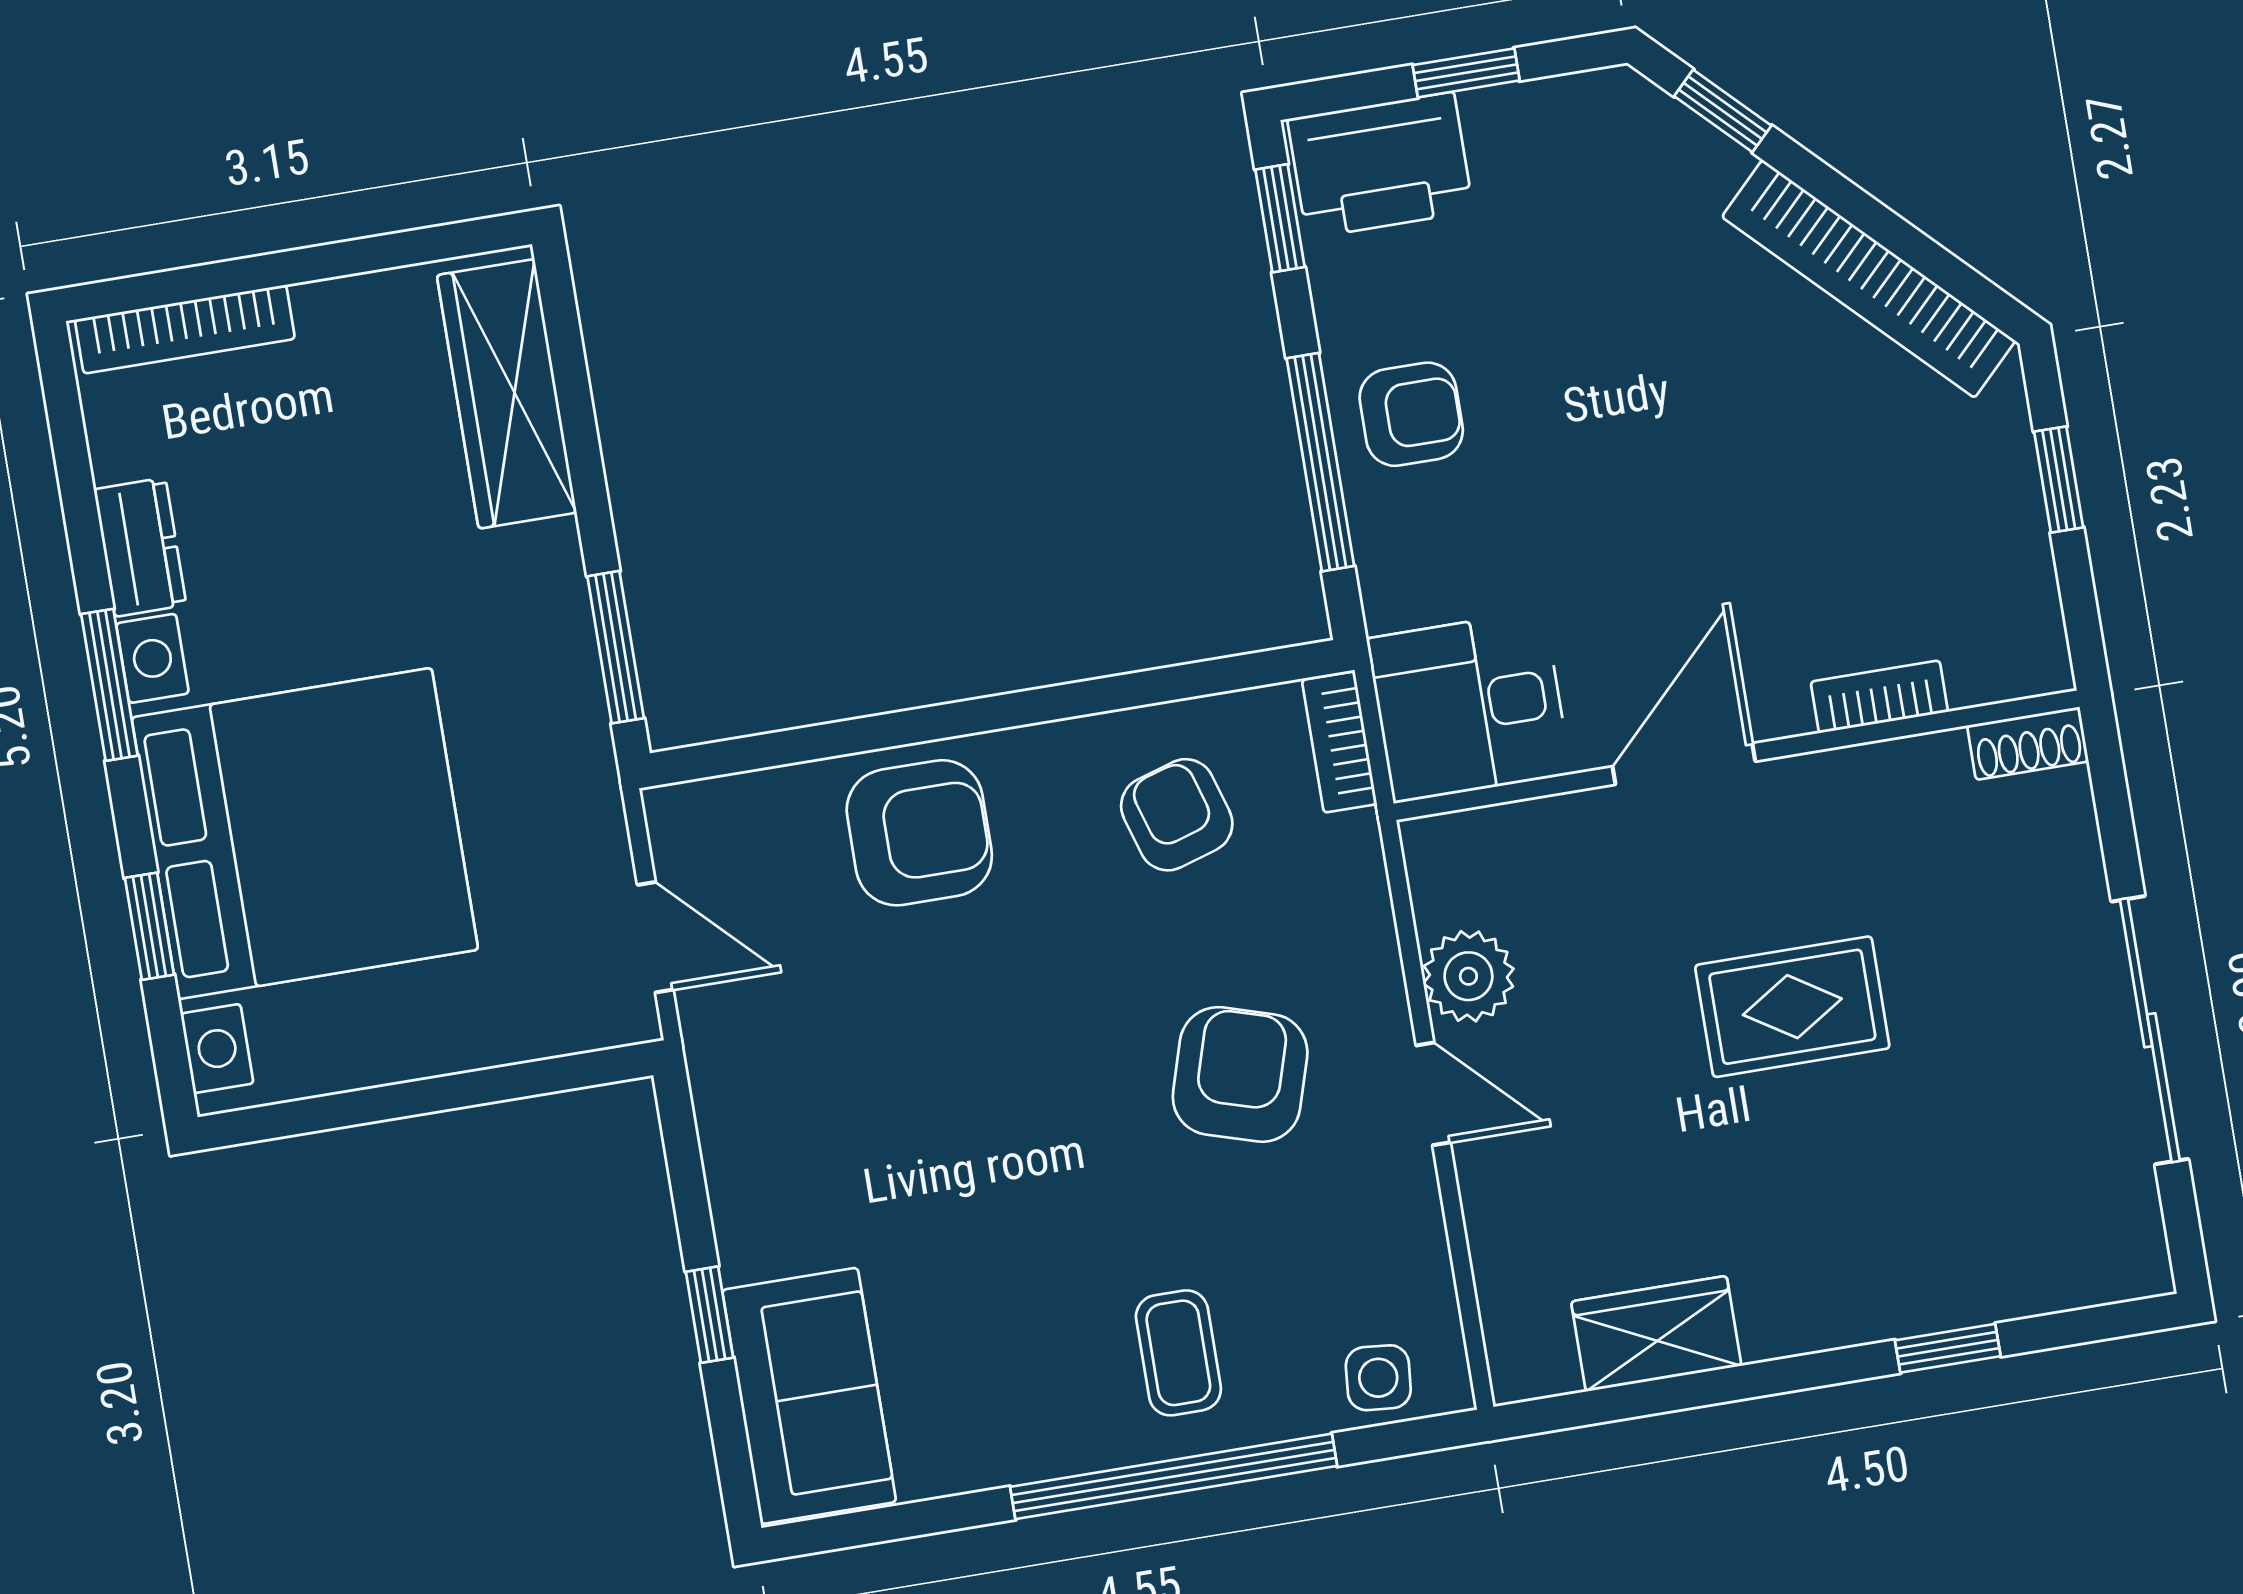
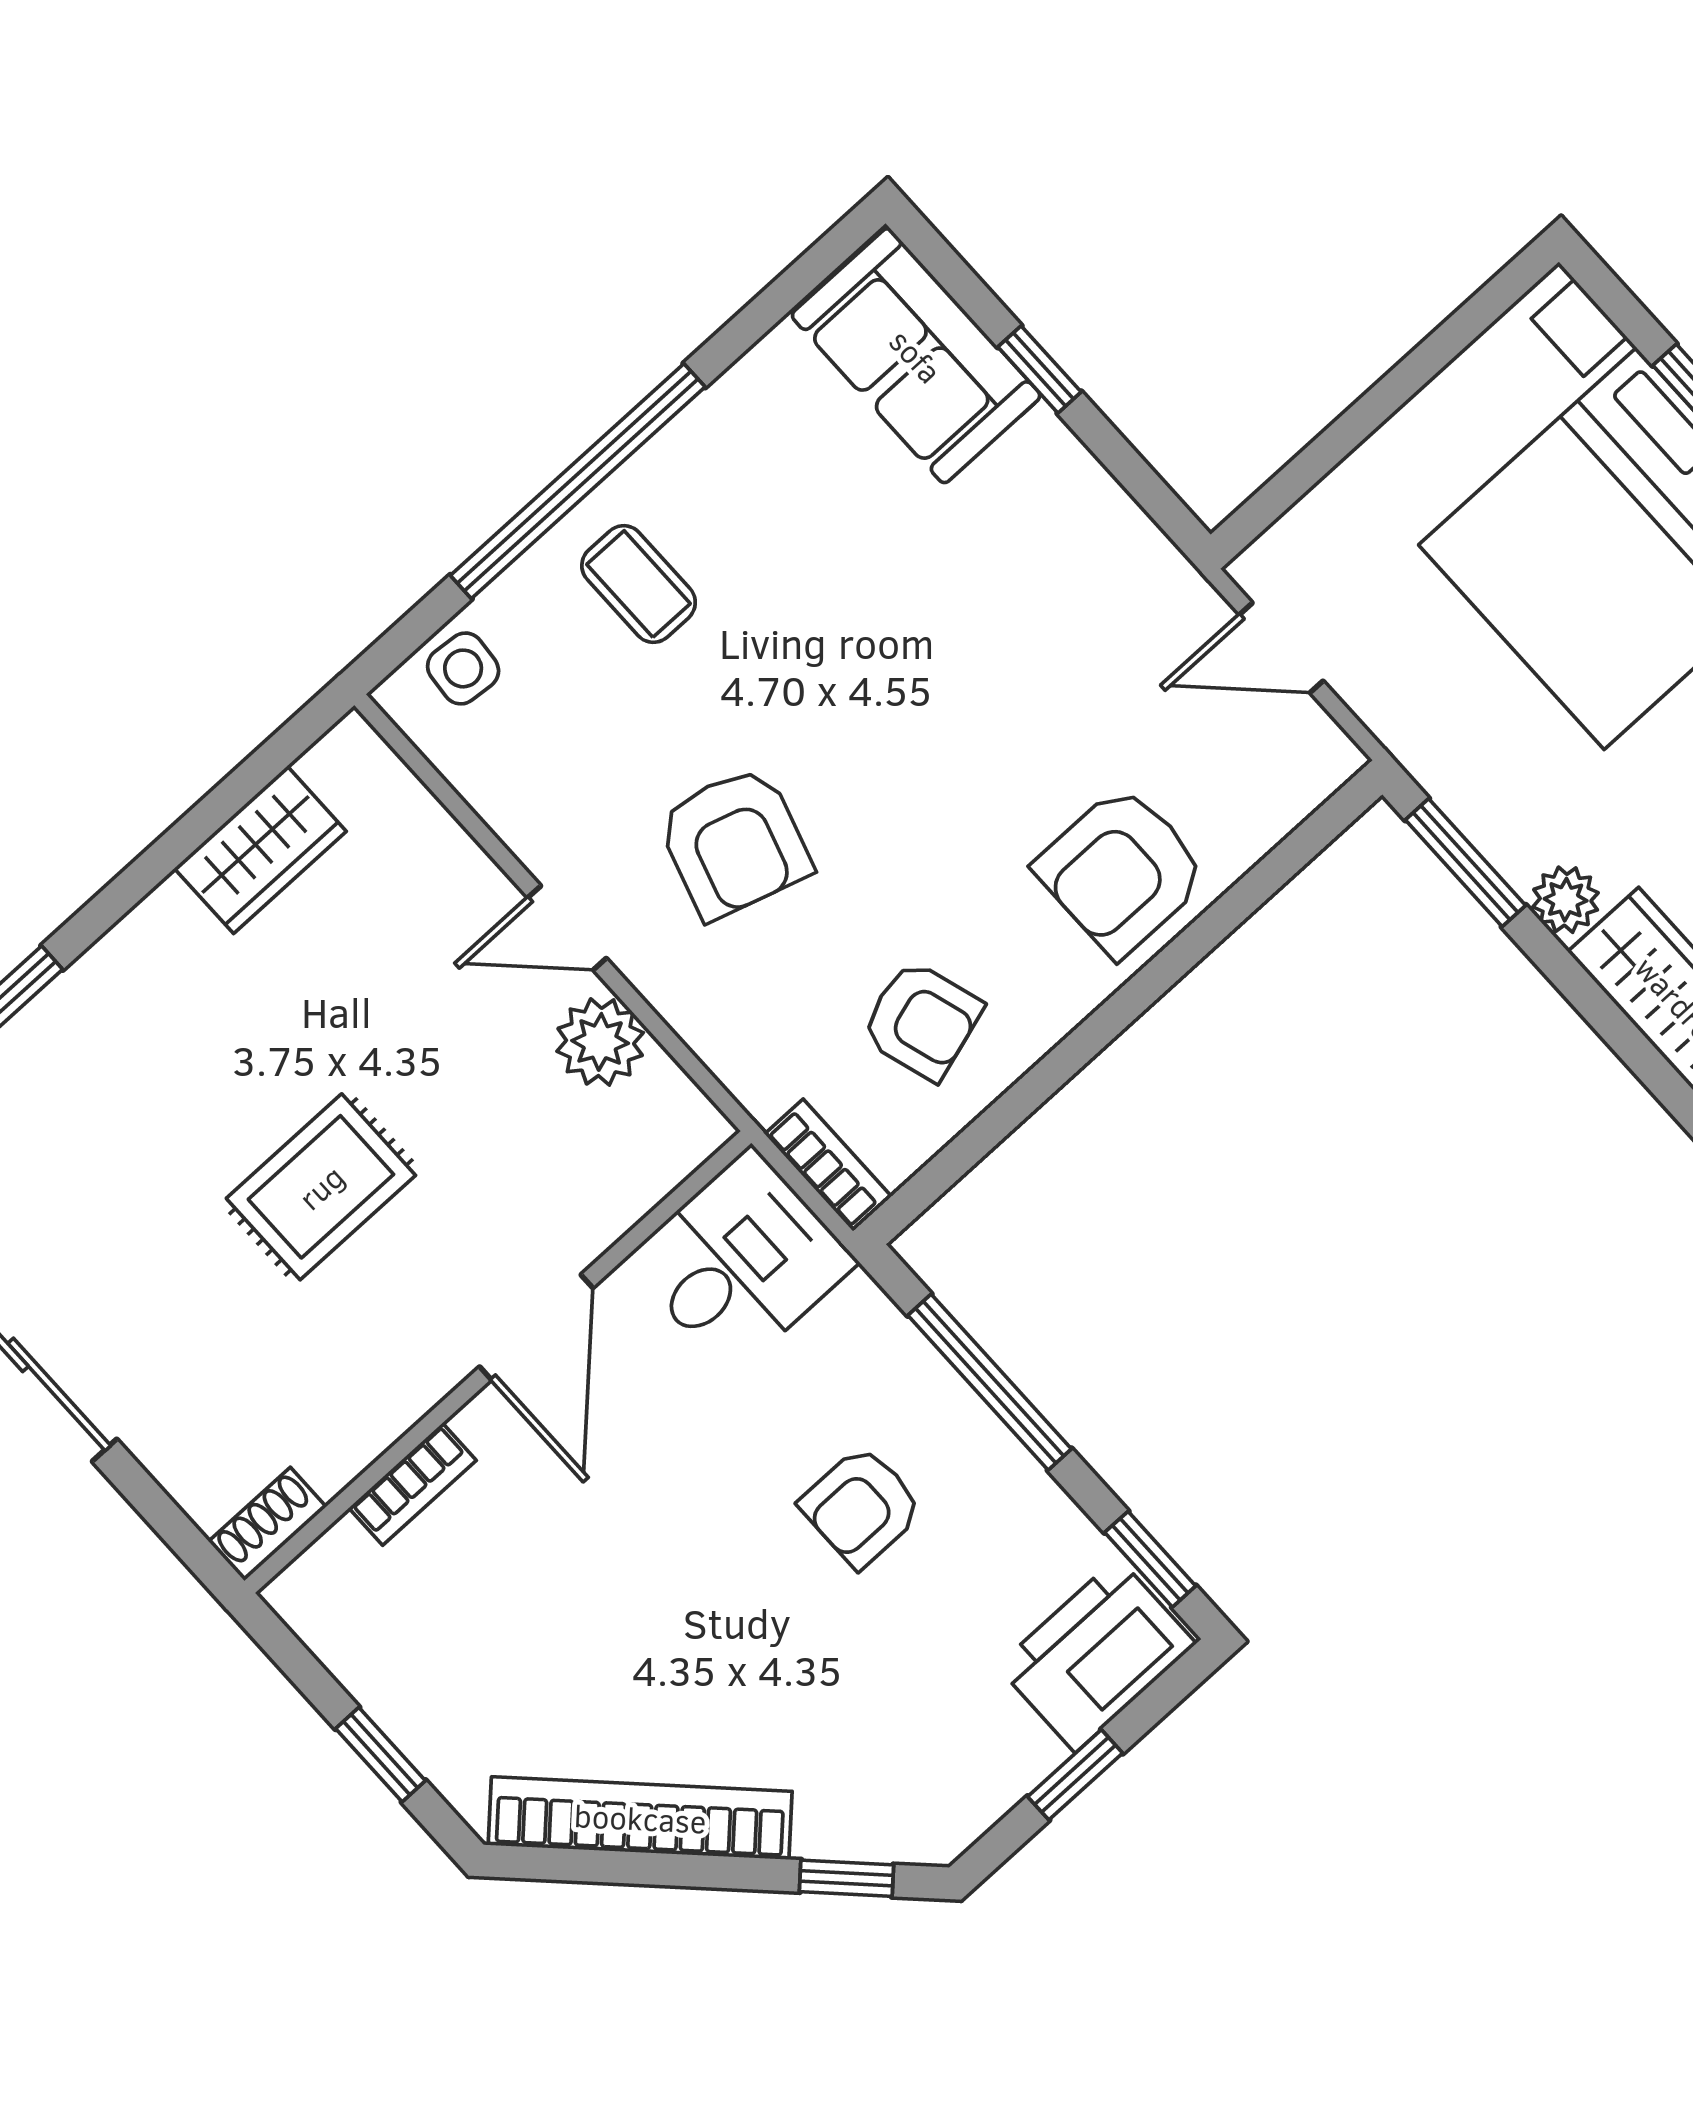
armchair: (1411, 414) -> (861, 1507), moved
plant: (549, 559) -> (1566, 900), added

